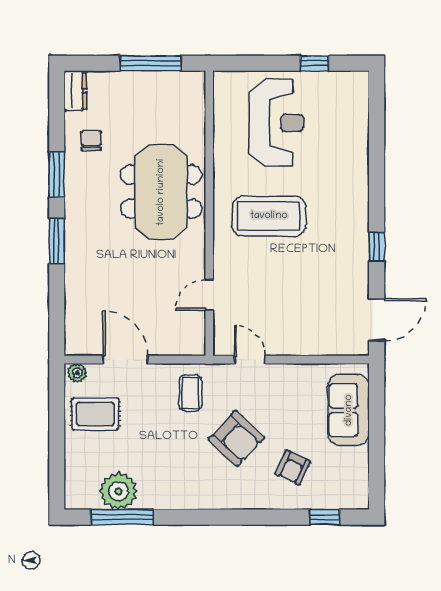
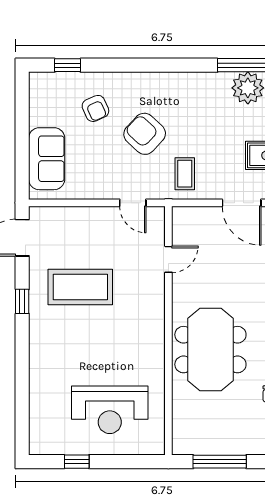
reception desk: (276, 123) -> (110, 410), turned -90
coffee table: (269, 216) -> (80, 287), moved
armchair: (293, 468) -> (95, 108), turned 131

